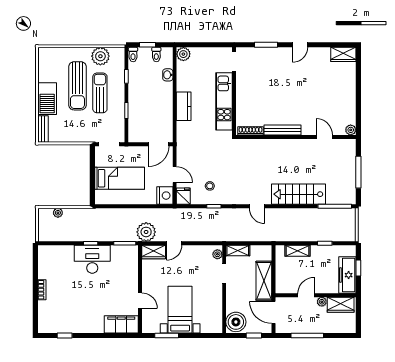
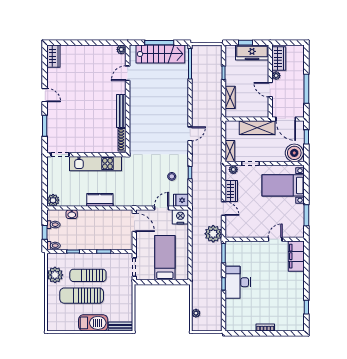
sun lounger: (77, 86) -> (82, 296), turned 180
stairs: (298, 194) -> (160, 54), moved, turned -90
wardrobe: (154, 252) -> (231, 191), moved
bed with nightstands: (180, 310) -> (283, 185), moved
door: (274, 312) -> (286, 119), hinge flipped

